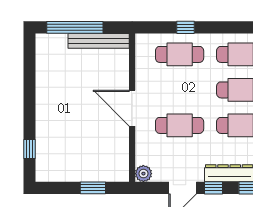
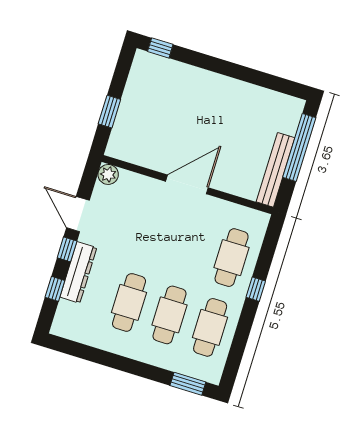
window: (186, 27) -> (256, 289), moved
cafe table: (180, 125) -> (150, 233), removed
window: (29, 149) -> (160, 48), moved

